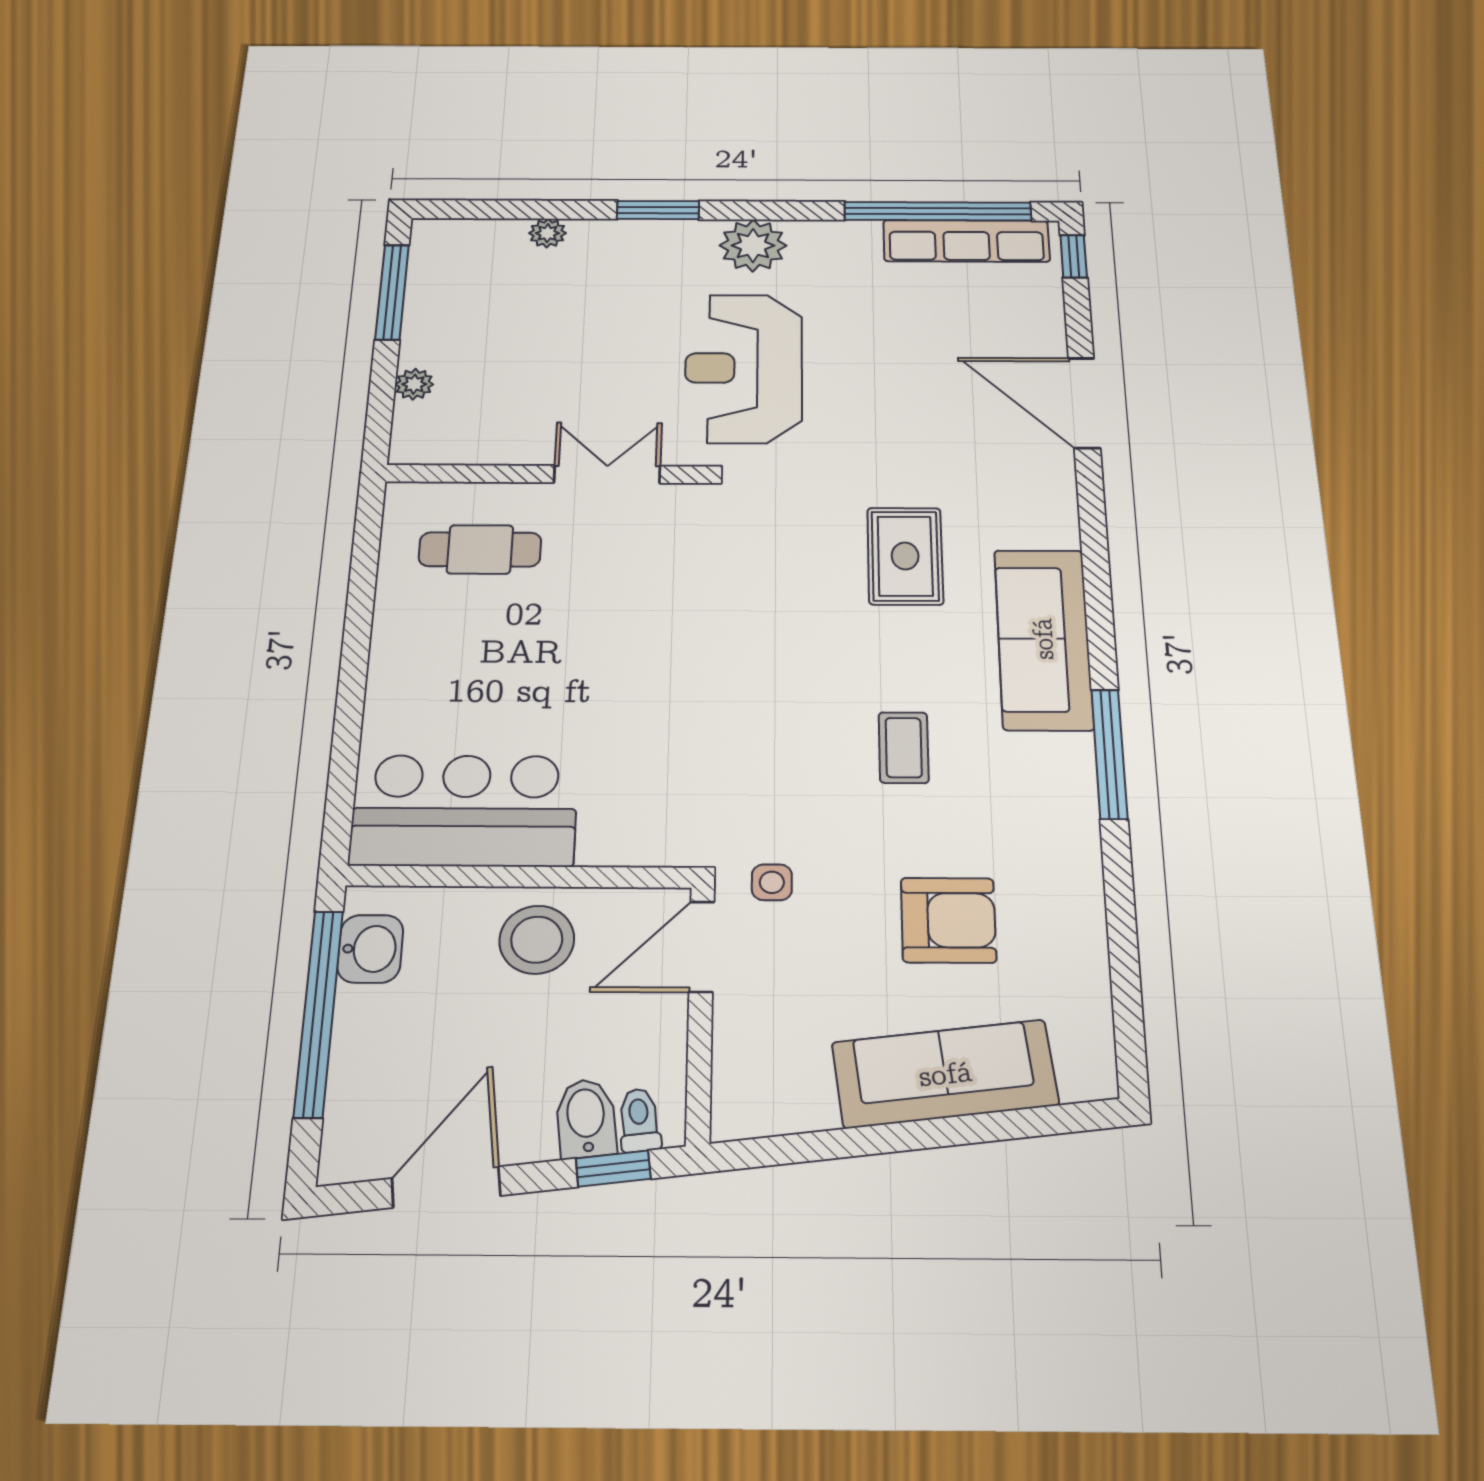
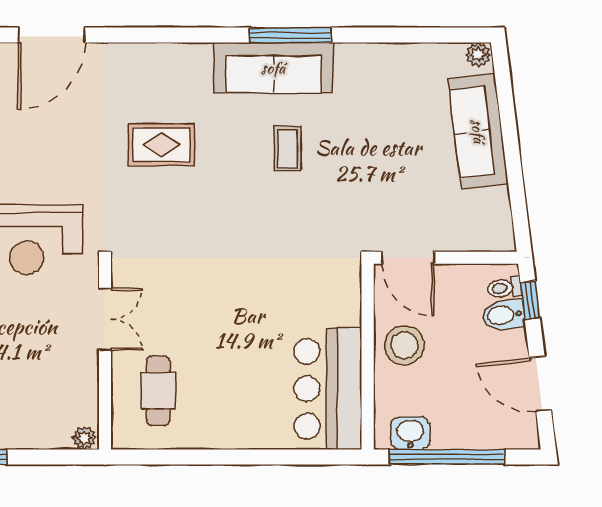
plant: (414, 384) -> (84, 438), moved
double door: (607, 474) -> (105, 319), swing flipped
sofa: (1043, 639) -> (273, 68), moved
coffee table: (904, 748) -> (287, 148), turned 90
side table: (772, 882) -> (370, 221), removed
armchair: (948, 920) -> (392, 127), removed
plant: (1094, 1075) -> (478, 55), added

